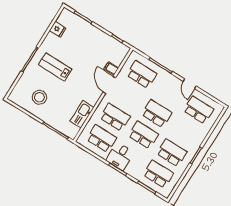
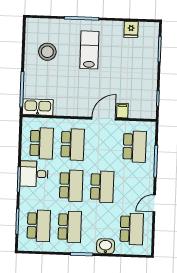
kitchen sink: (82, 114) -> (38, 107), moved
washbasin: (200, 135) -> (106, 246), added

